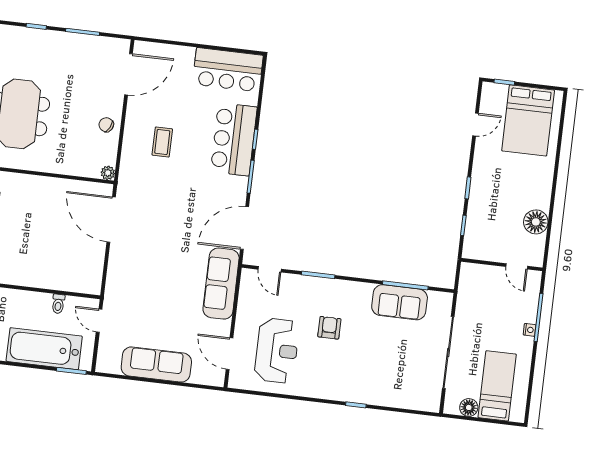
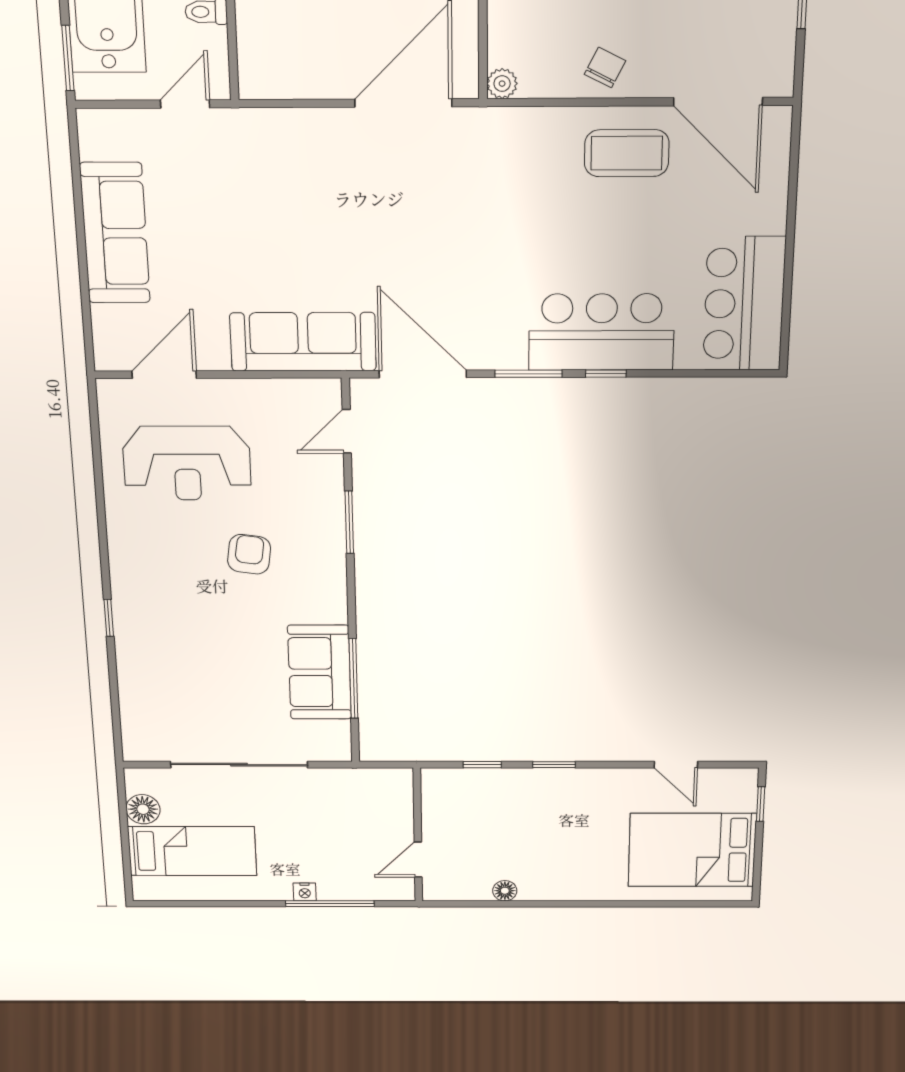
coffee table: (162, 142) -> (627, 153), moved, width x1.36, depth x1.30
floor lamp: (536, 222) -> (505, 891), width x0.53, depth x0.53
armchair: (329, 328) -> (249, 554), turned -82

